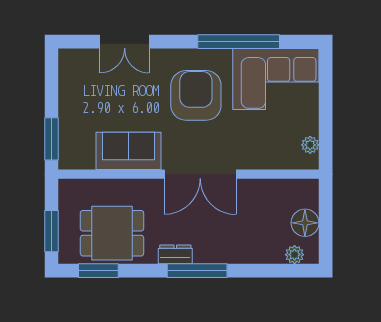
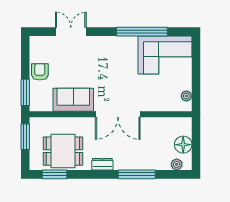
double door: (125, 42) -> (71, 32), swing flipped
armchair: (196, 95) -> (40, 72), moved, width x0.53, depth x0.53
window: (51, 231) -> (25, 137), moved
window: (197, 271) -> (137, 174), moved

